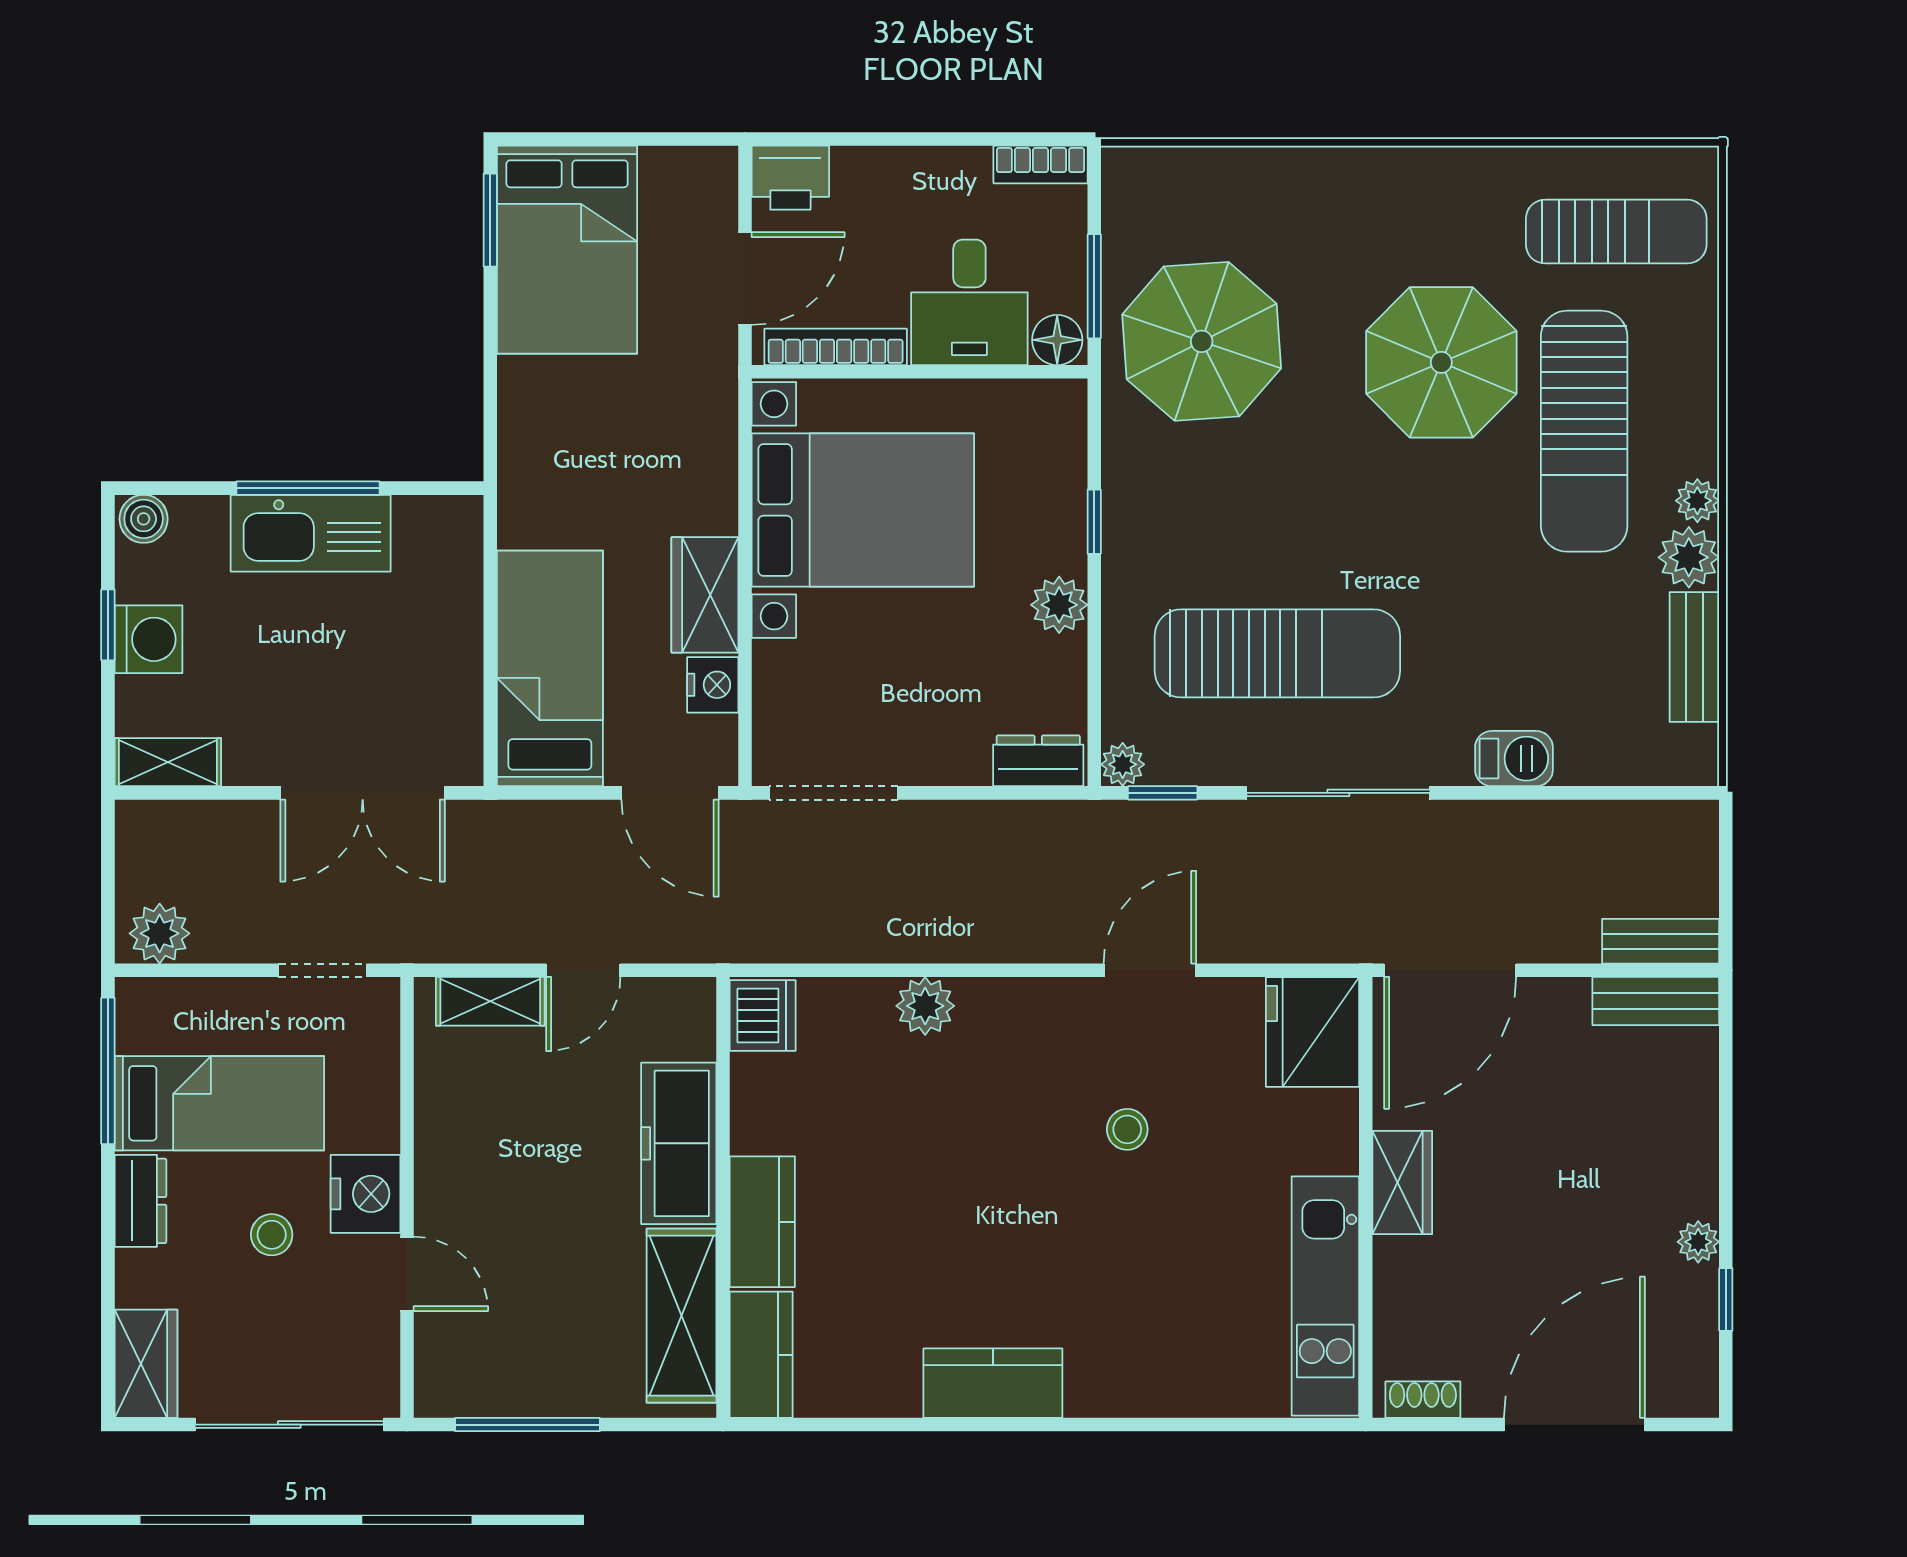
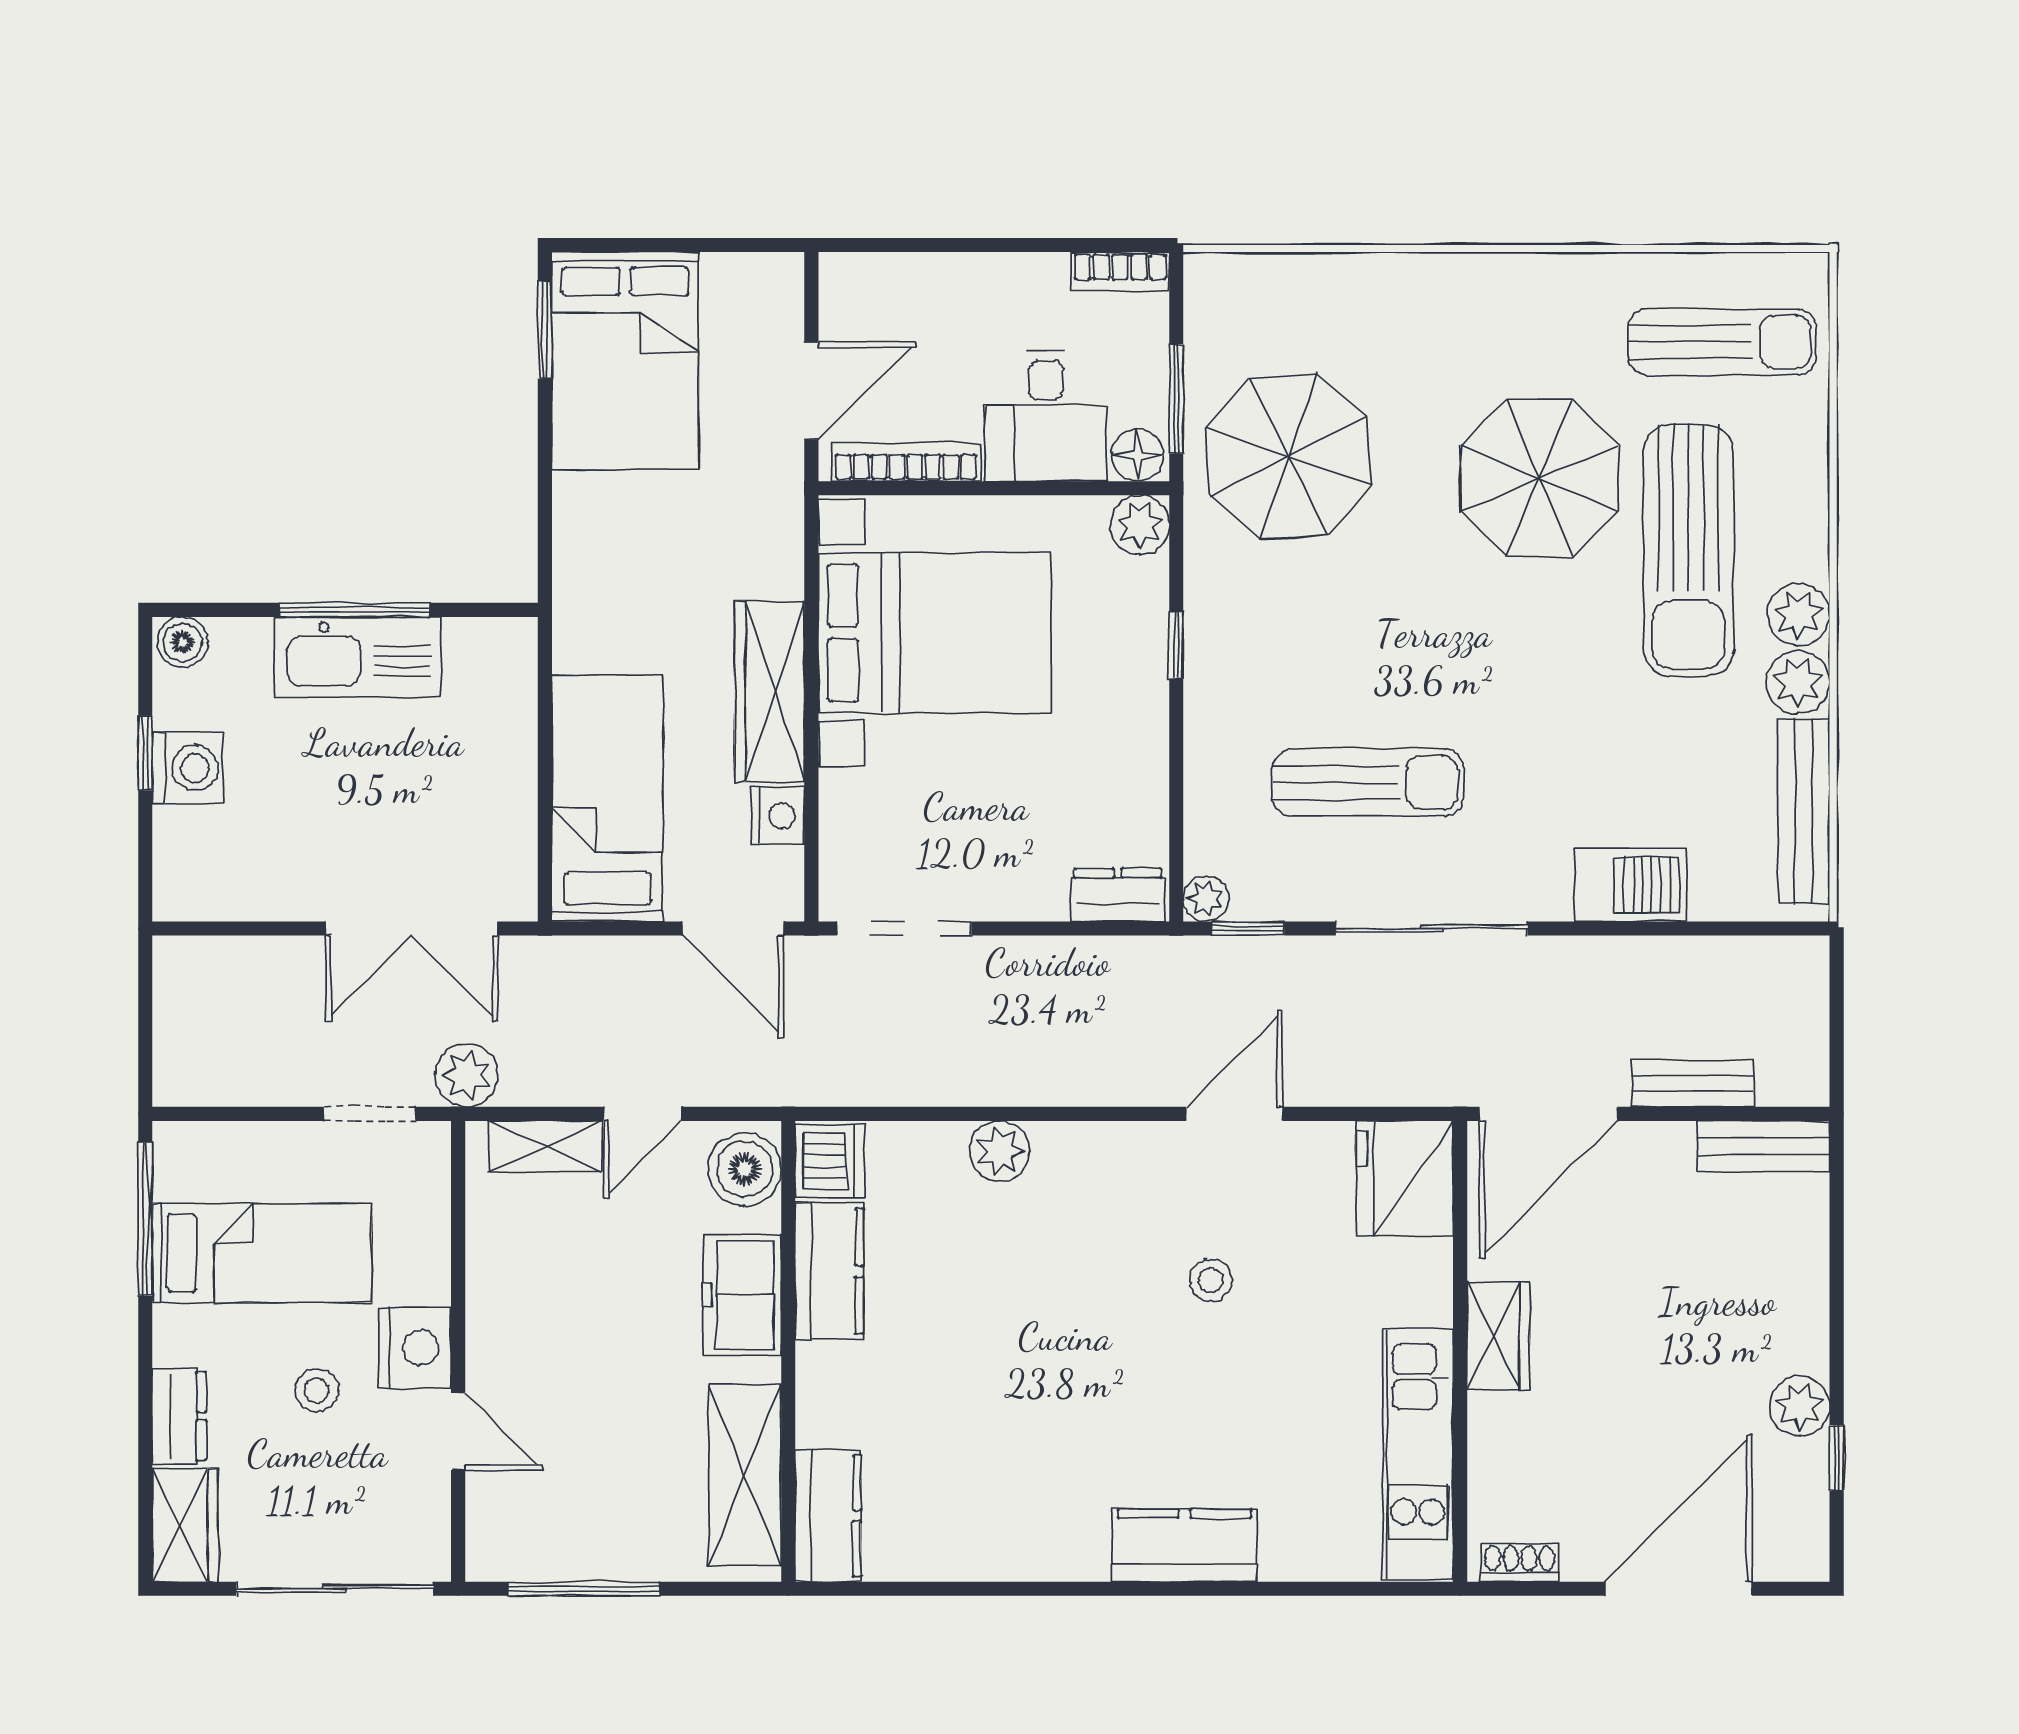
printer: (790, 178) -> (859, 285), removed
plant: (1697, 501) -> (1798, 615), width x1.38, depth x1.38
wardrobe: (705, 595) -> (769, 691), width x1.50
plant: (1059, 605) -> (1140, 525), moved
sun lounger: (1277, 653) -> (1368, 783), width x0.73, depth x0.75
bench: (1694, 657) -> (1804, 811), width x1.36
barbecue: (1514, 759) -> (1630, 885), width x1.38, depth x1.27
shelving: (168, 762) -> (208, 896), removed
plant: (160, 933) -> (467, 1075), moved
bench: (1661, 941) -> (1693, 1084), moved
boiler: (681, 1023) -> (745, 1169), added
freezer: (679, 1143) -> (742, 1295), width x0.71
dresser: (140, 1201) -> (179, 1416), moved
kitchen counter: (762, 1222) -> (829, 1271), moved
plant: (1698, 1242) -> (1800, 1406), width x1.38, depth x1.38
kitchen counter: (993, 1383) -> (1184, 1546), moved

